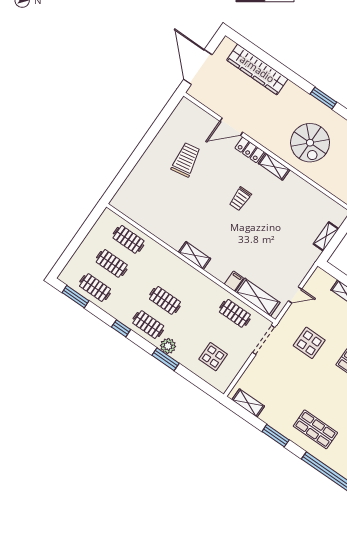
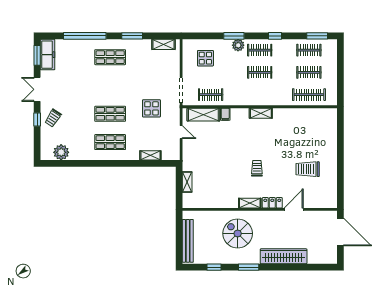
wardrobe: (257, 69) -> (284, 256), moved
trolley: (186, 160) -> (308, 169), turned 100
clothes rail: (128, 239) -> (309, 95), width x1.36
door: (295, 295) -> (181, 132), swing flipped

